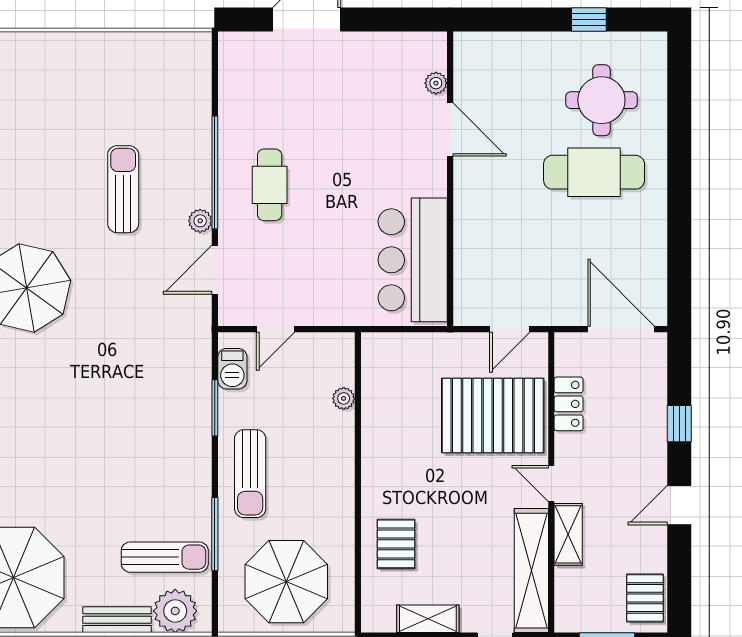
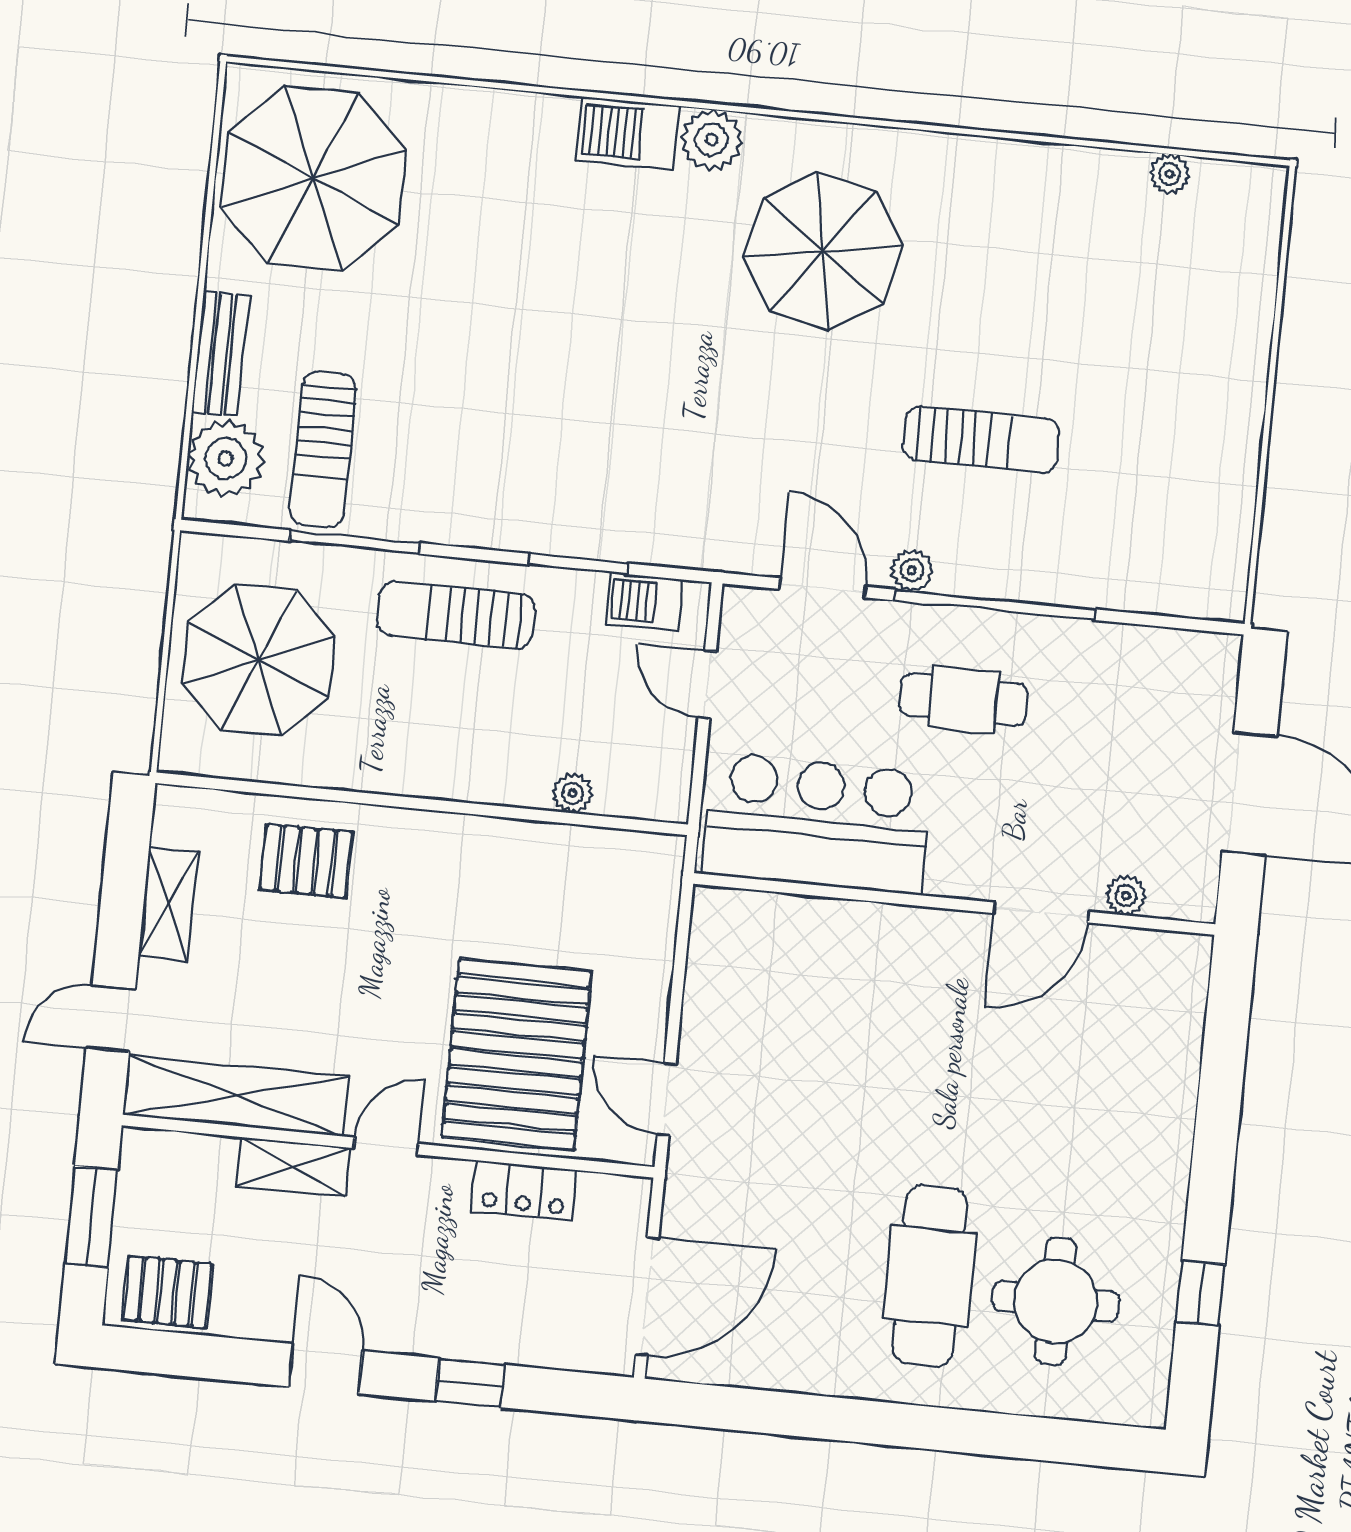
plant: (436, 83) -> (1126, 895), moved
door: (450, 130) -> (1041, 912), moved
wall: (450, 179) -> (954, 904), moved
bar counter: (413, 260) -> (817, 824), moved

